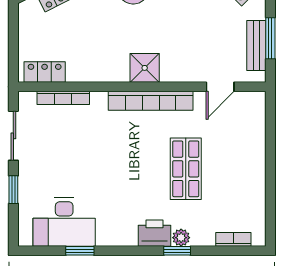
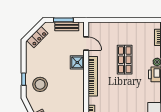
shower: (145, 68) -> (77, 62), moved
shop shelf: (186, 169) -> (125, 60), turned 90

